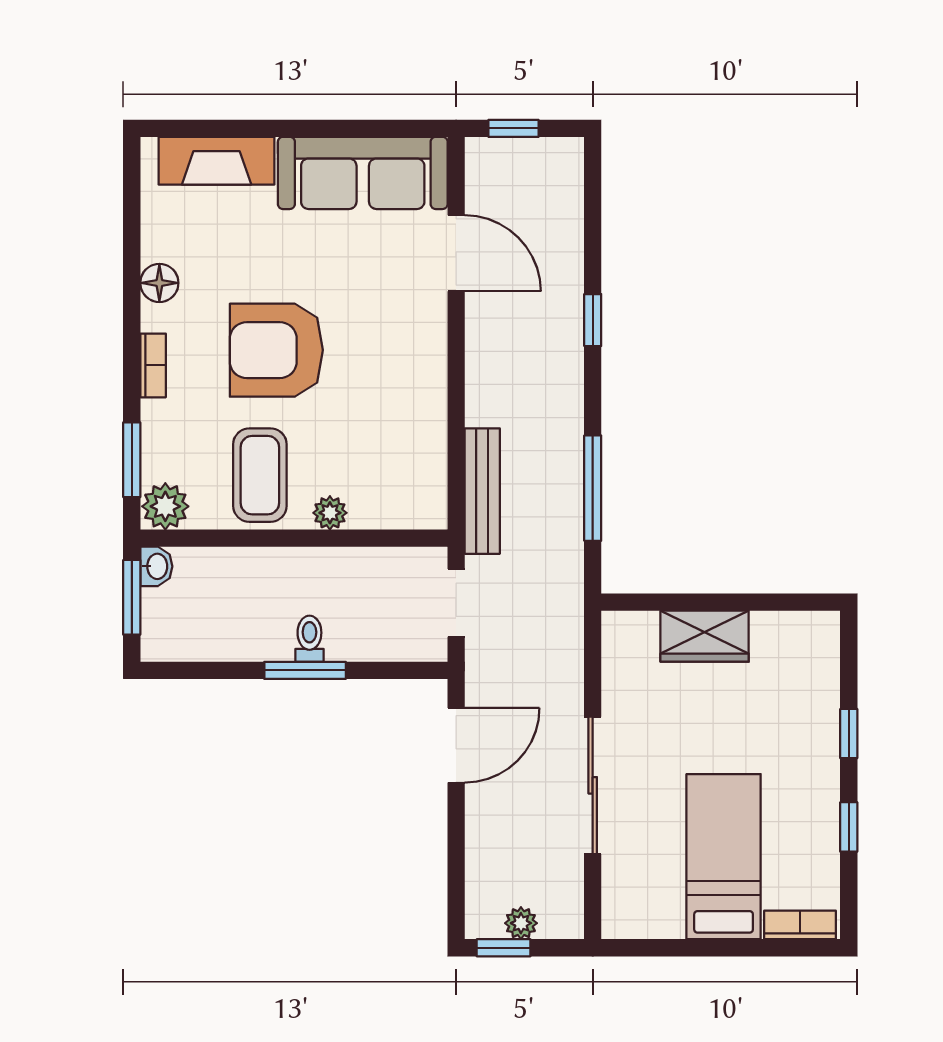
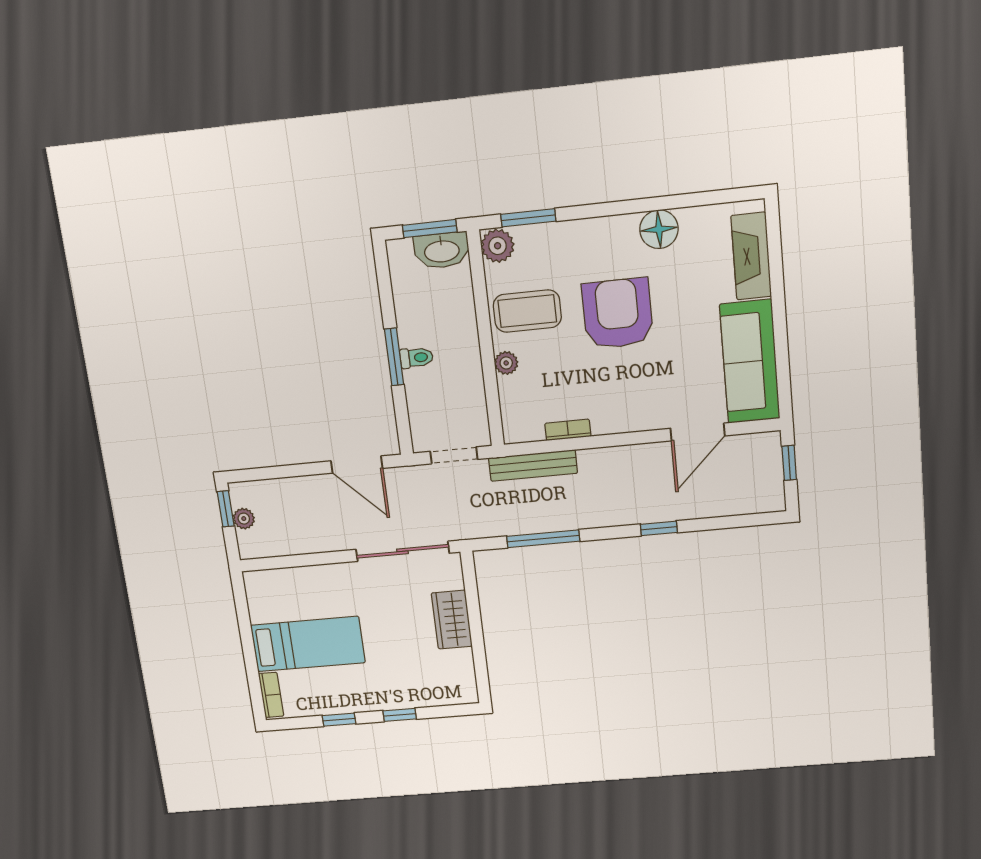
floor lamp: (159, 283) -> (659, 229), width x1.38, depth x1.38
bookcase: (153, 365) -> (568, 430), moved, turned 180
washbasin: (156, 566) -> (442, 250), width x1.91, depth x1.45
sliding door: (593, 785) -> (403, 551), moved

